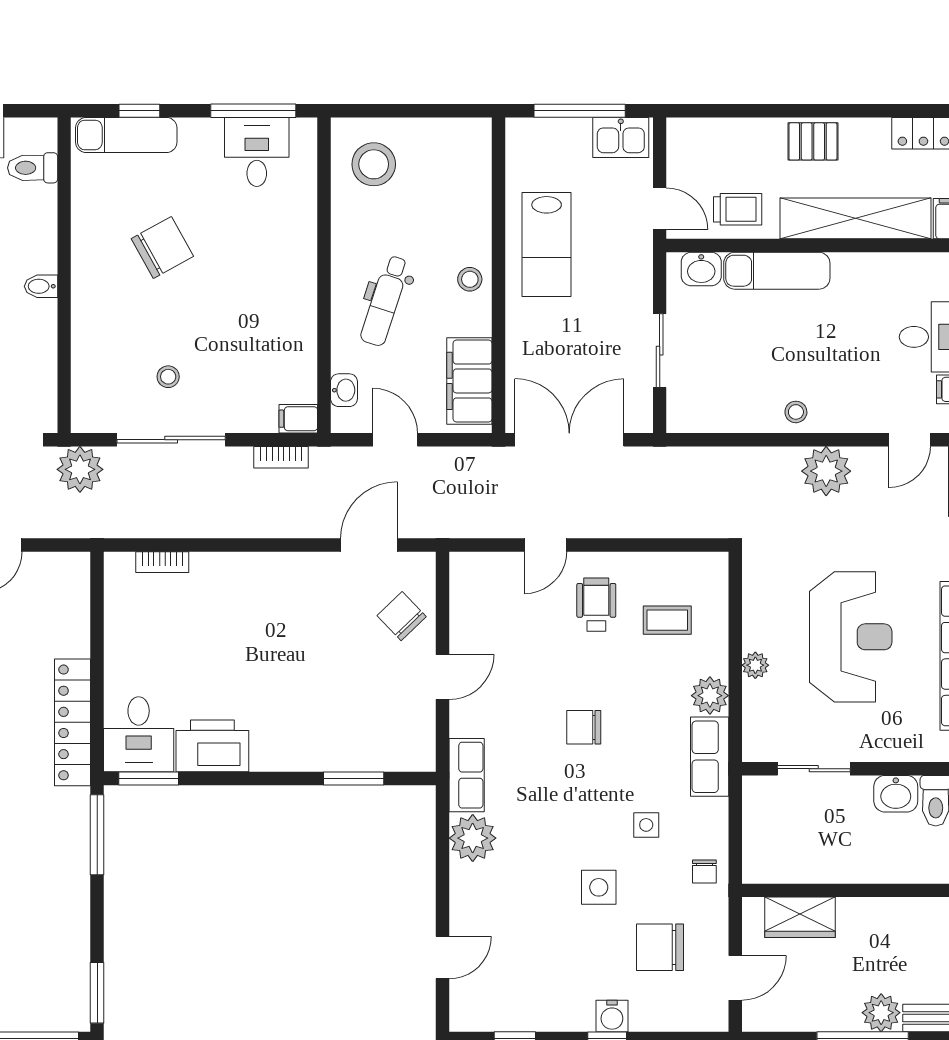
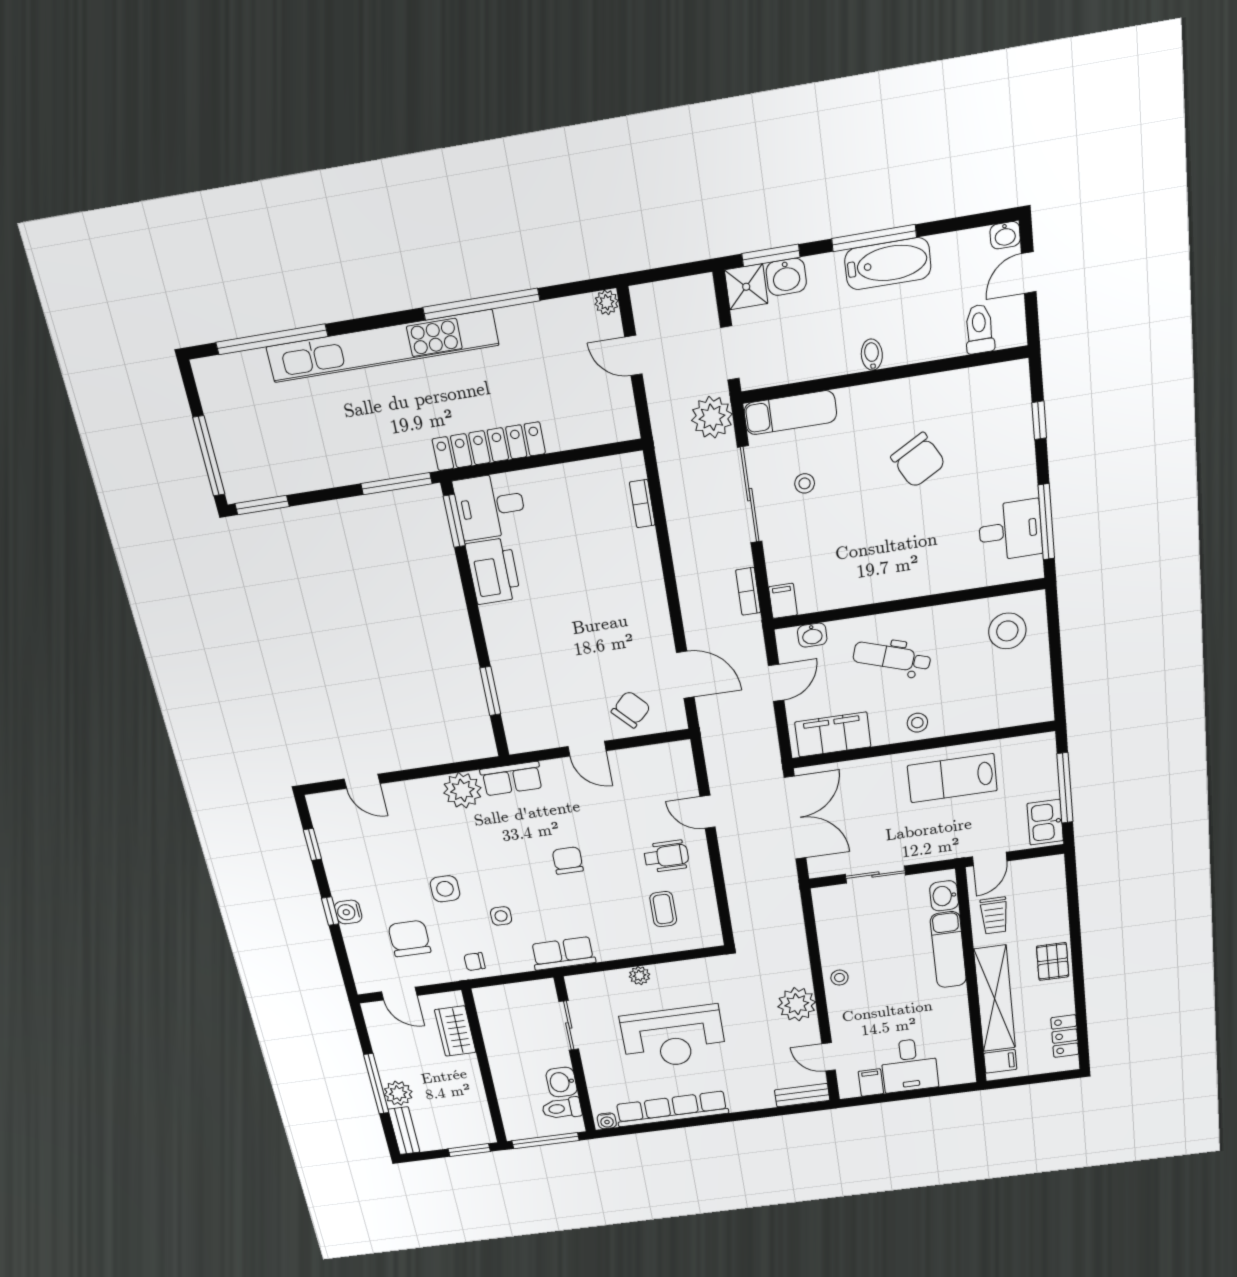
exam couch: (126, 135) -> (790, 413), moved, turned -90
plant: (710, 696) -> (610, 947), removed

